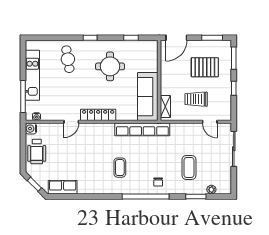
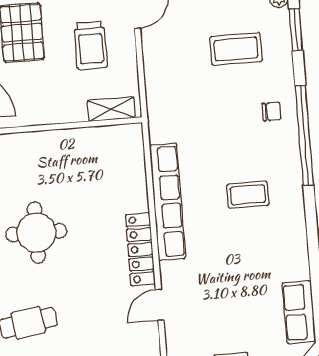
sofa: (148, 97) -> (93, 148), removed
door: (71, 122) -> (160, 305), swing flipped
row of seats: (142, 129) -> (168, 202), moved

